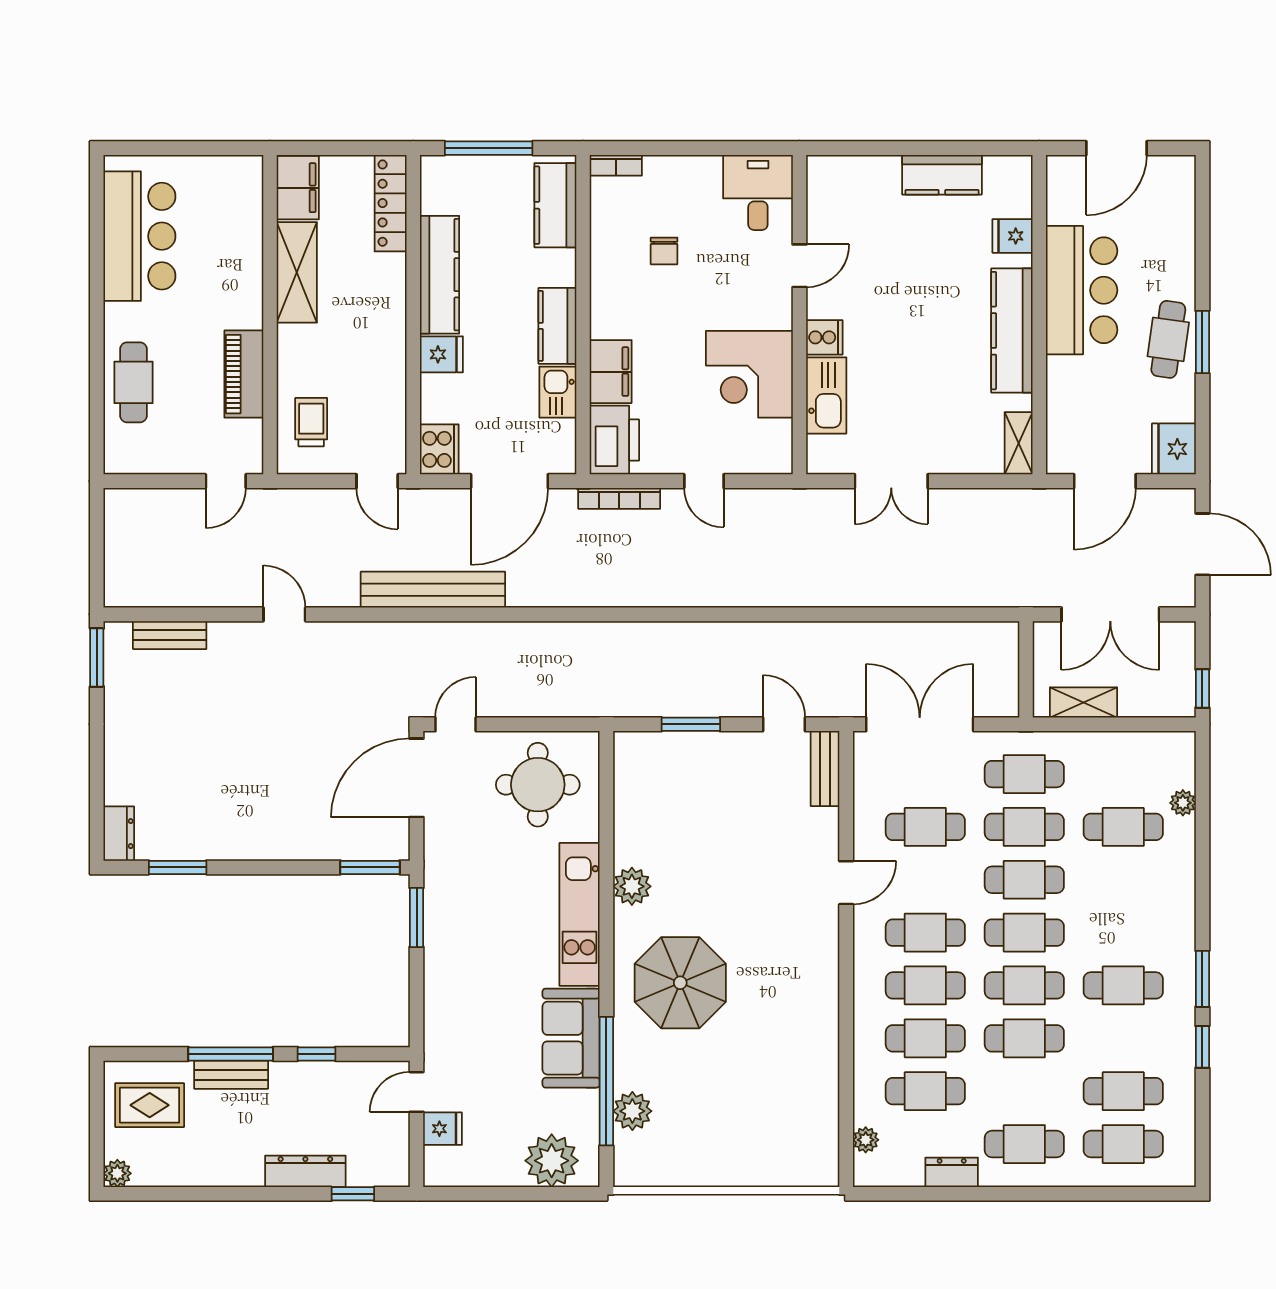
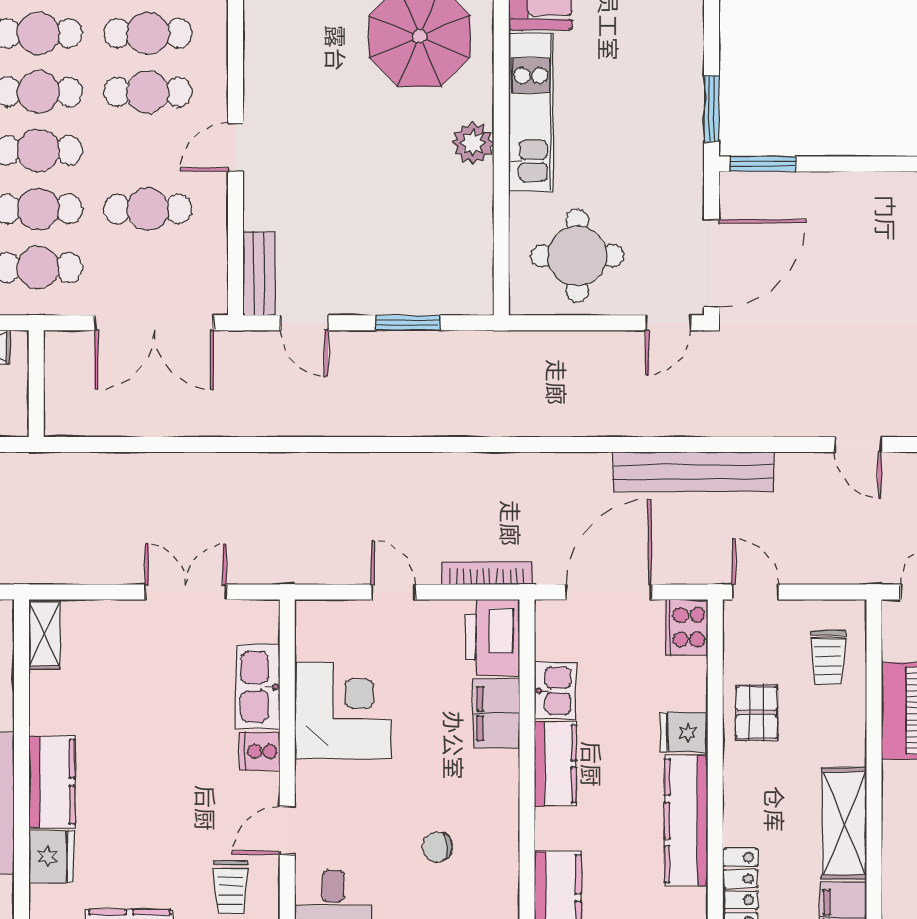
trolley: (851, 215) -> (231, 887), added
fridge: (1013, 236) -> (51, 856), width x1.38
chair: (664, 251) -> (437, 847), turned -90
kitchen counter: (1012, 331) -> (52, 782), width x0.67
pallet: (376, 372) -> (756, 713), added

